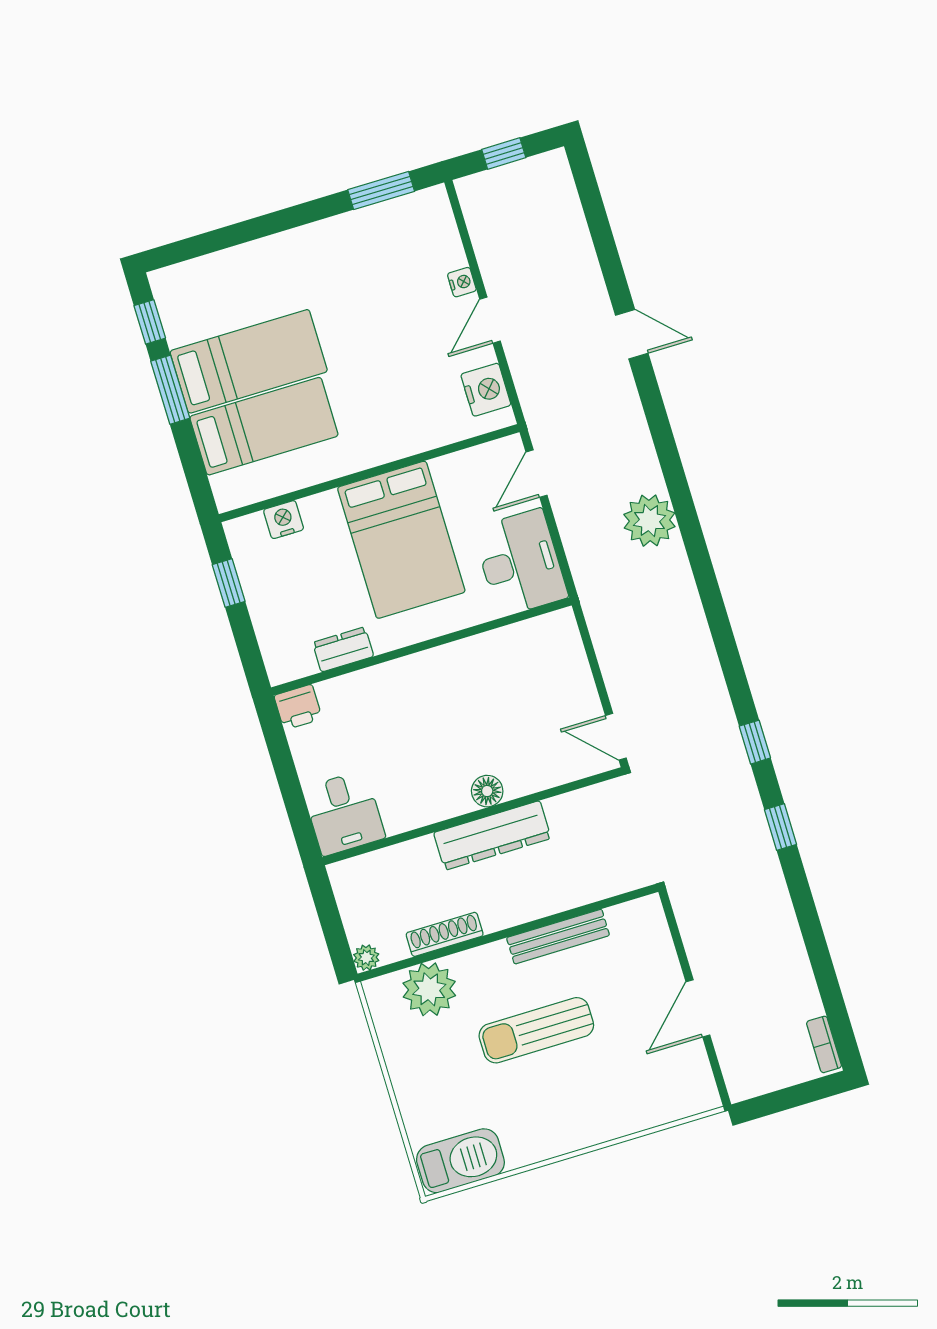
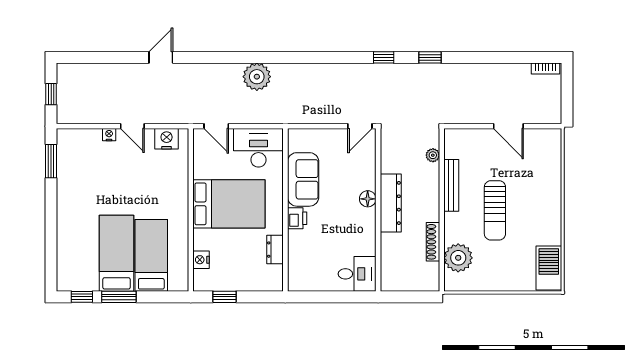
sofa: (487, 662) -> (303, 179), added
printer: (298, 707) -> (297, 218), moved
plant: (366, 958) -> (433, 155), moved

